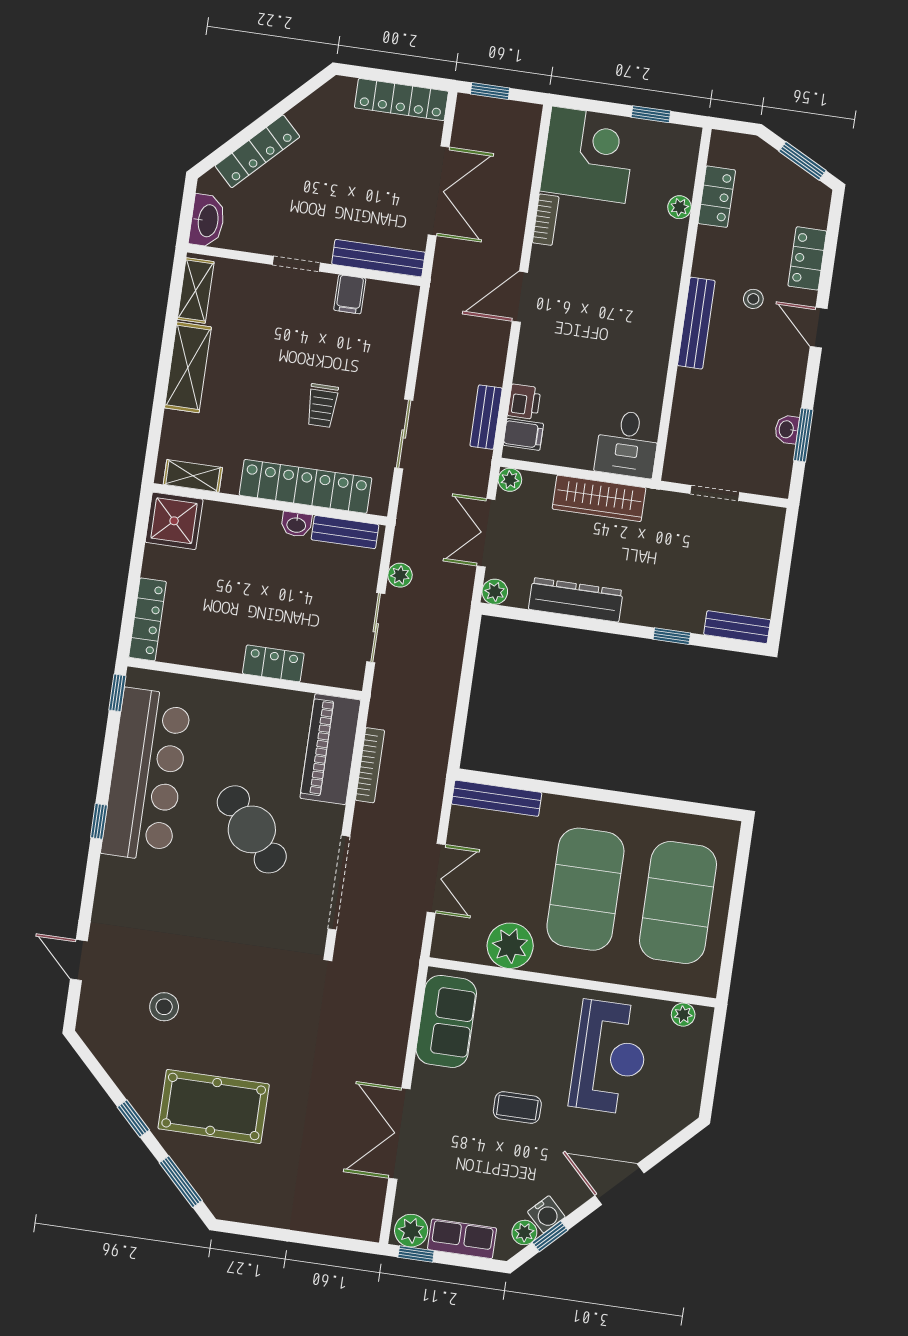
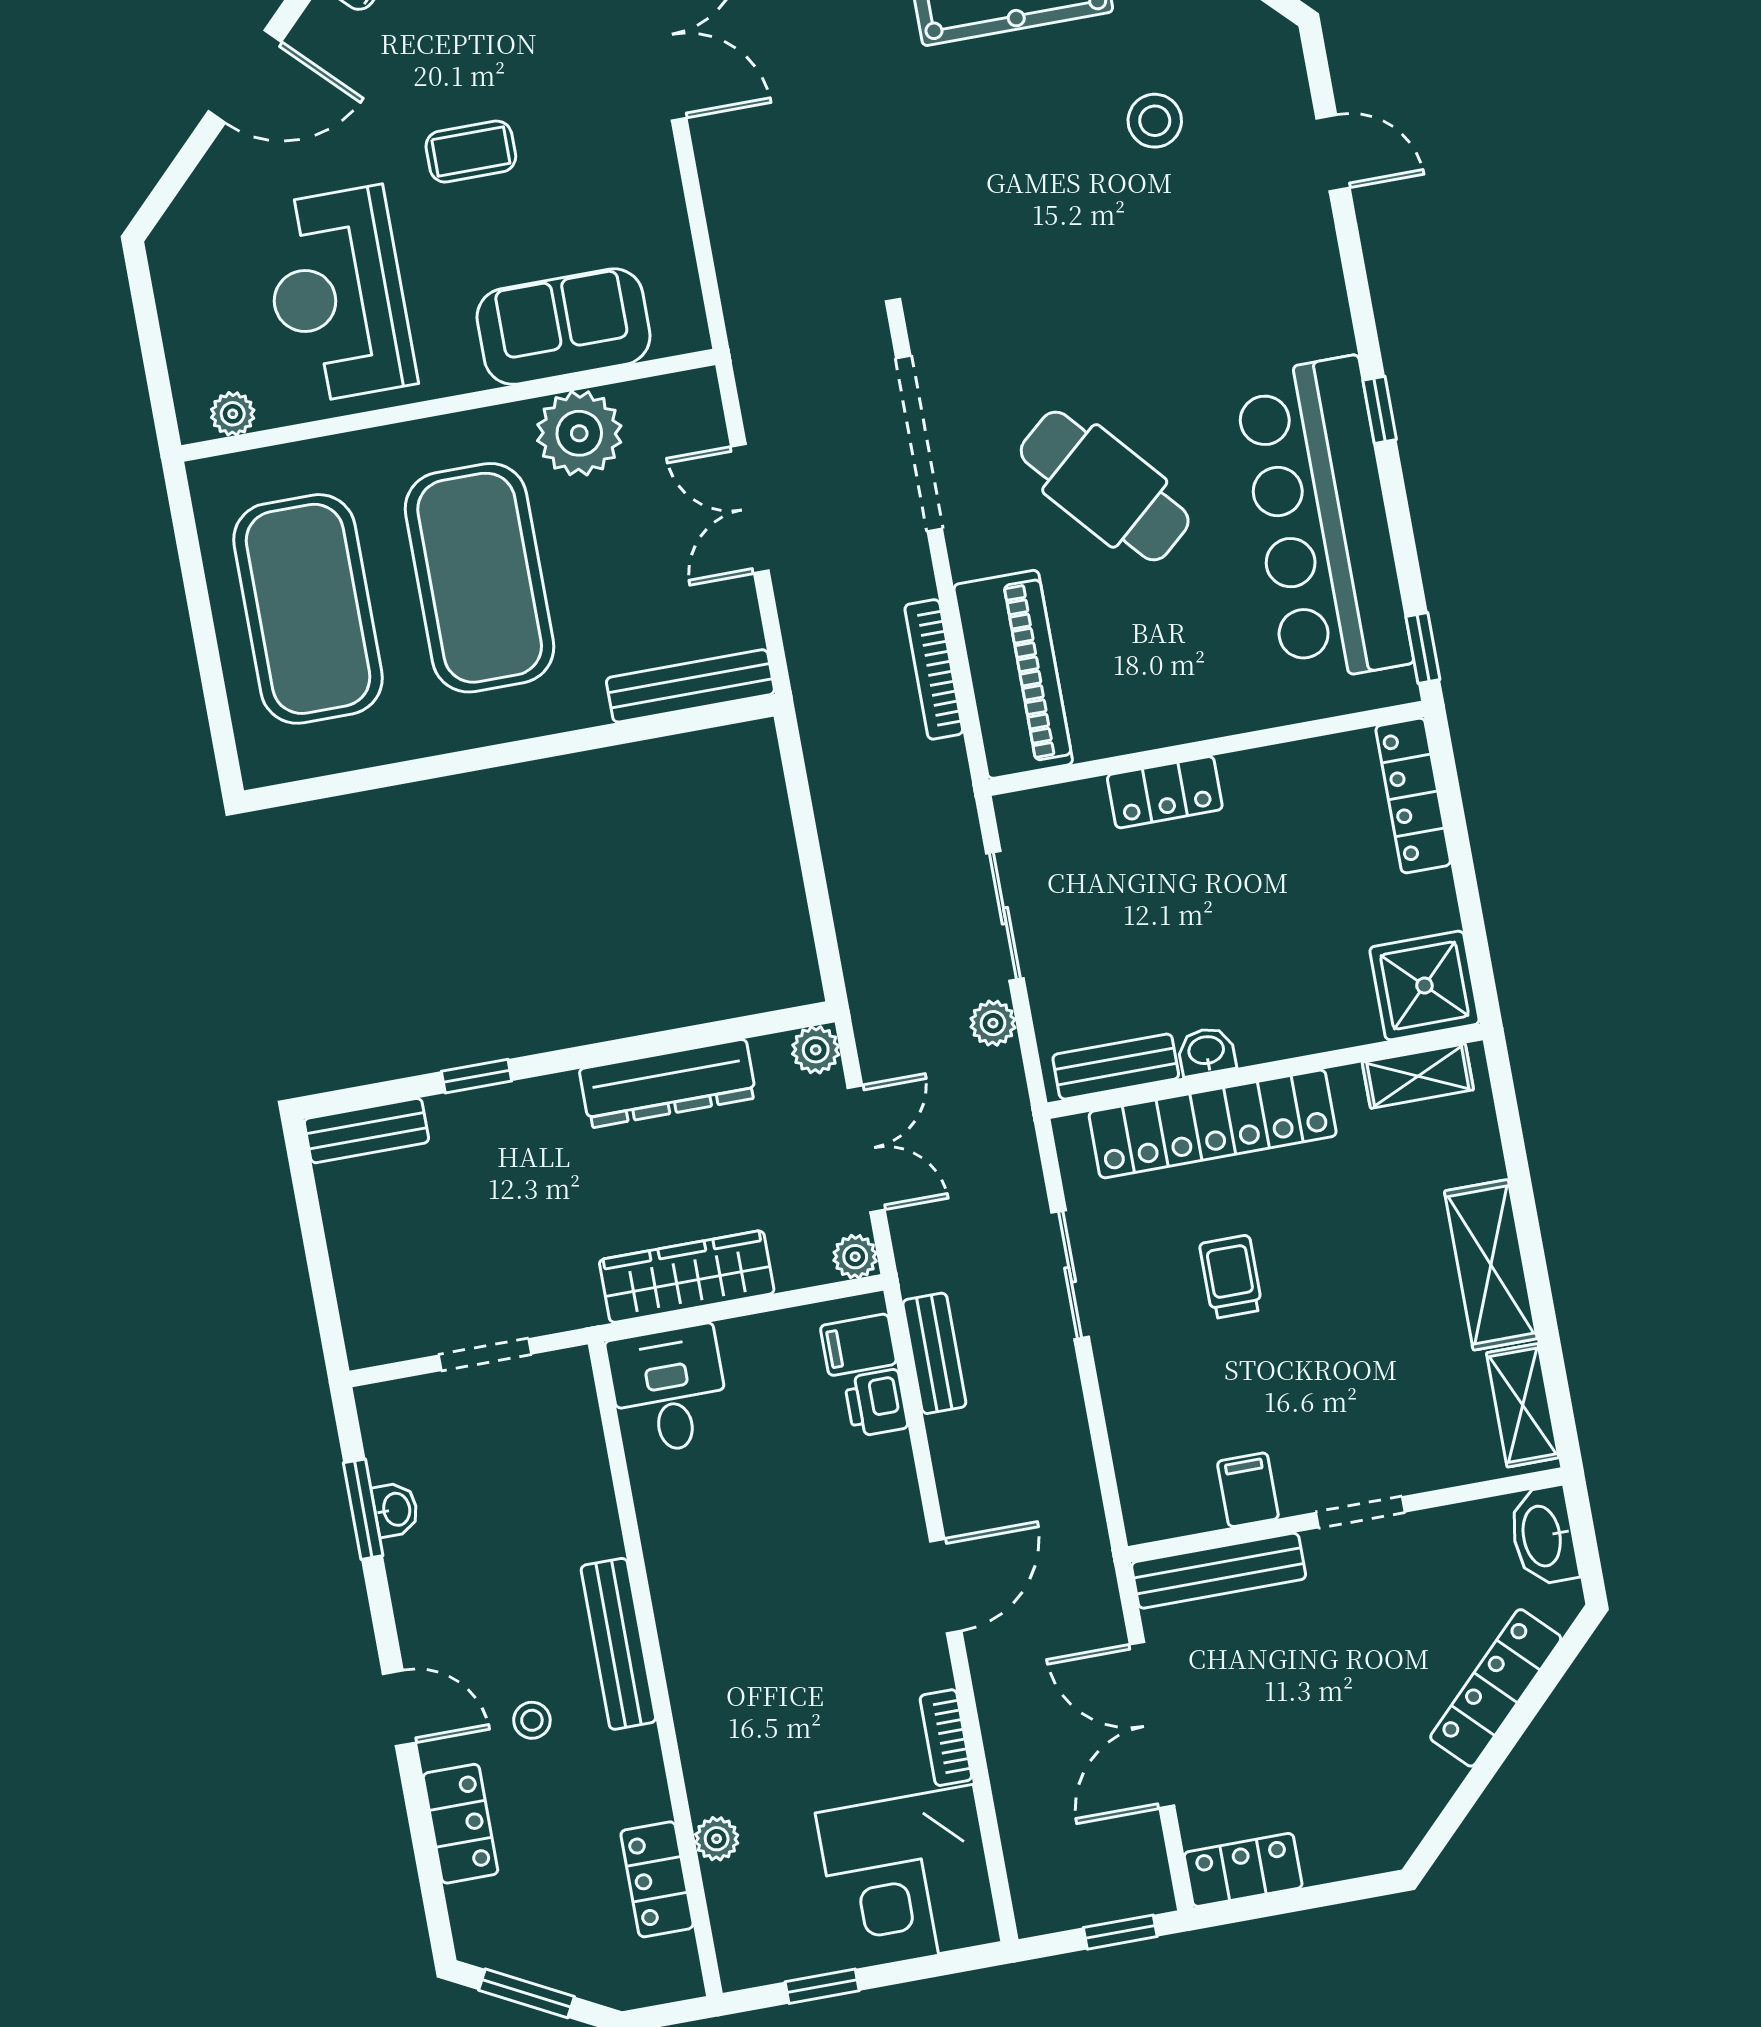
locker: (401, 99) -> (1243, 1870), width x0.66
sofa: (446, 1021) -> (564, 327), moved, turned 90

